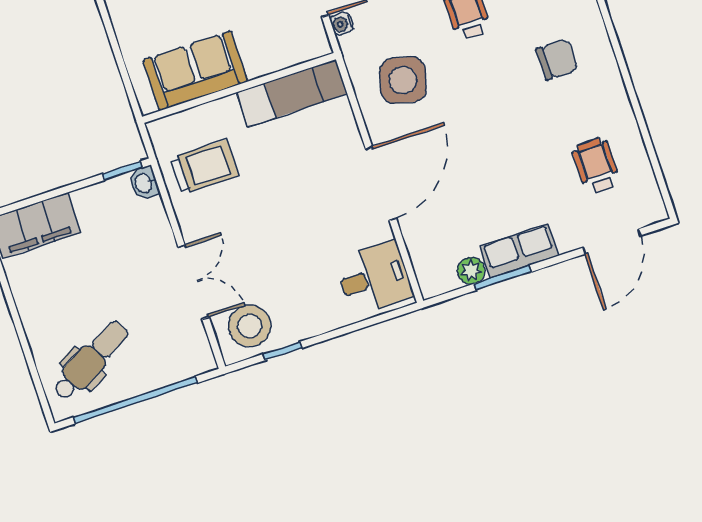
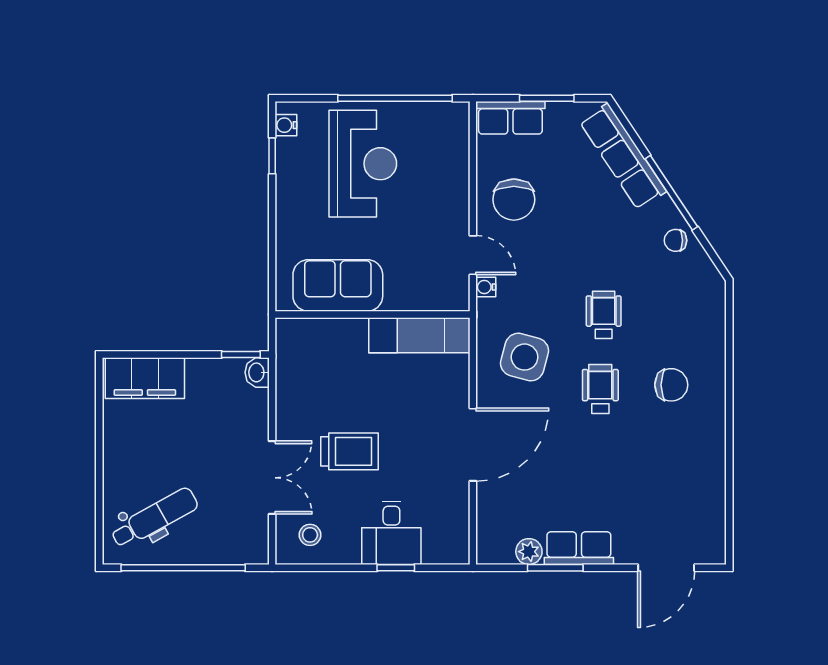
wheelchair: (596, 166) -> (600, 389), moved
trolley: (204, 167) -> (349, 451), moved
desk: (374, 278) -> (391, 533), moved, turned 90
stool: (250, 326) -> (310, 535), width x0.53, depth x0.53
window: (282, 351) -> (396, 568), moved

